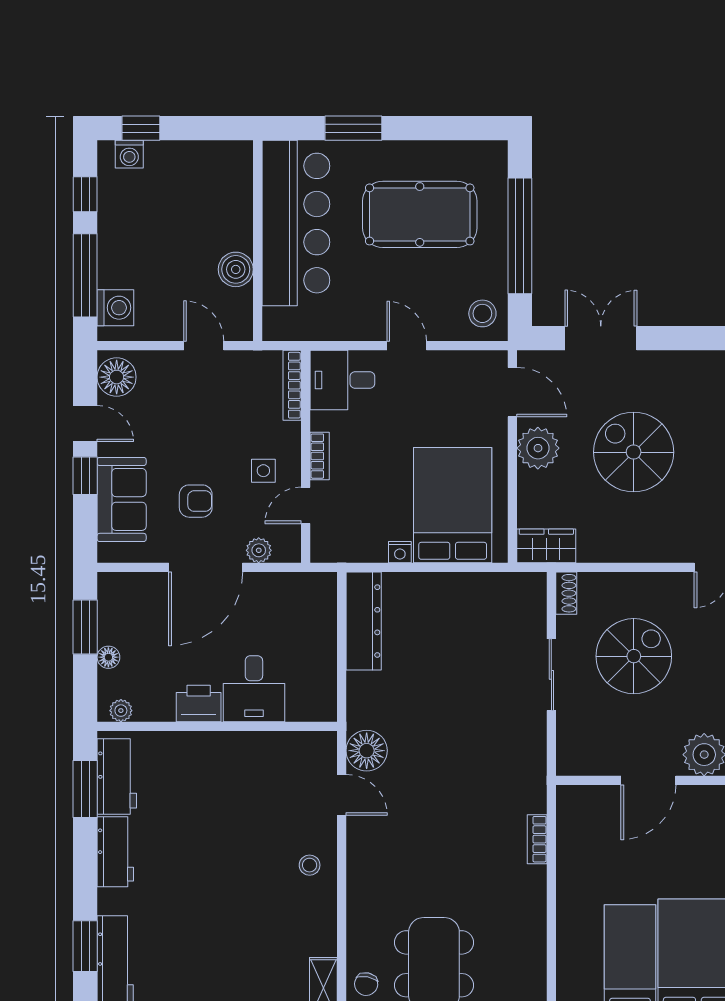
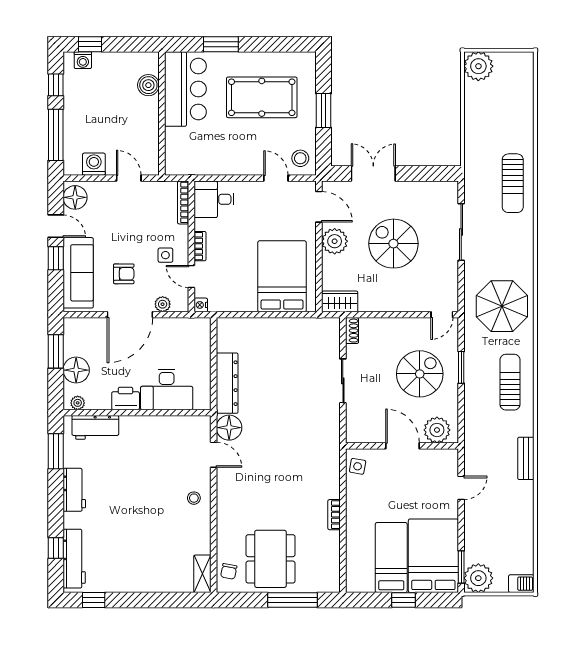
bar counter: (296, 223) -> (185, 89), width x0.73
window: (520, 236) -> (323, 110), width x0.47
boiler: (236, 269) -> (148, 85), moved
washing machine: (115, 308) -> (94, 164), moved, turned -90
door: (407, 346) -> (276, 178), moved
sofa: (122, 499) -> (78, 273), width x1.36
door: (306, 505) -> (191, 276), hinge flipped
nightstand: (400, 552) -> (201, 305), moved, turned 90
dresser: (364, 621) -> (227, 383), moved
spiral stairs: (634, 656) -> (420, 374), moved
floor lamp: (108, 657) -> (76, 370), width x1.89, depth x1.89
desk: (254, 689) -> (167, 389), width x1.37
workbench: (117, 776) -> (95, 427), moved, turned 90
door: (648, 780) -> (403, 446), swing flipped
side table: (575, 814) -> (358, 466), added
bookcase: (537, 839) -> (334, 515), moved
window: (85, 946) -> (56, 548), width x0.67

